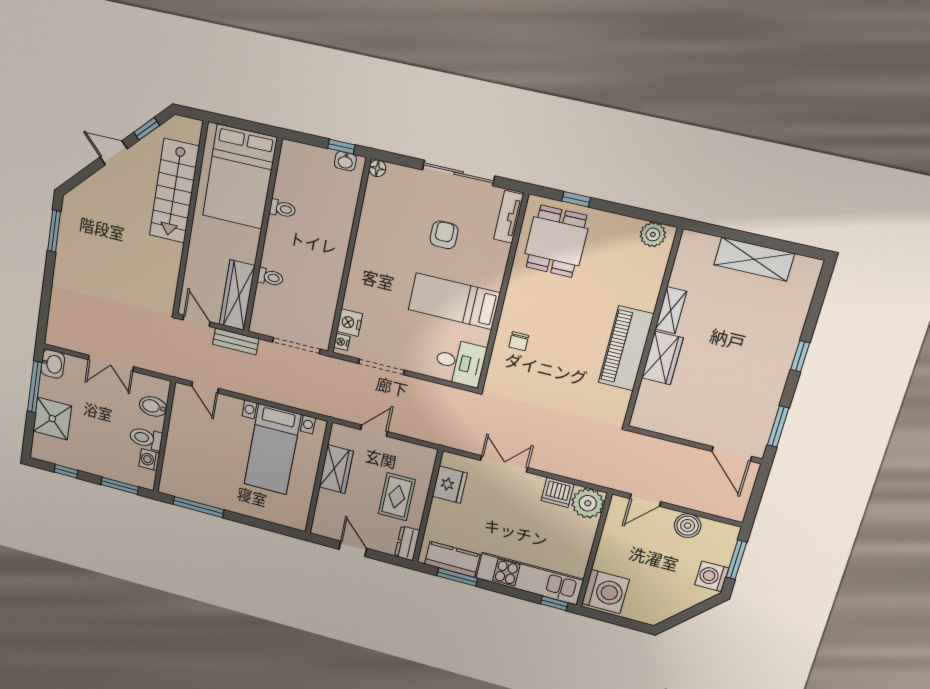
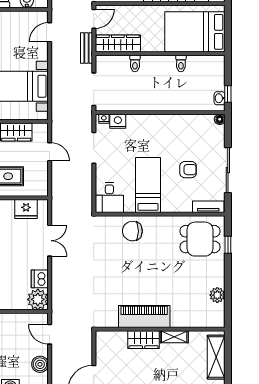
shelving: (671, 310) -> (174, 337), moved
wall: (653, 329) -> (160, 329), moved
chair: (519, 341) -> (132, 231), width x1.87, depth x1.87
piano: (626, 348) -> (144, 316), moved
wardrobe: (662, 358) -> (144, 340), moved

